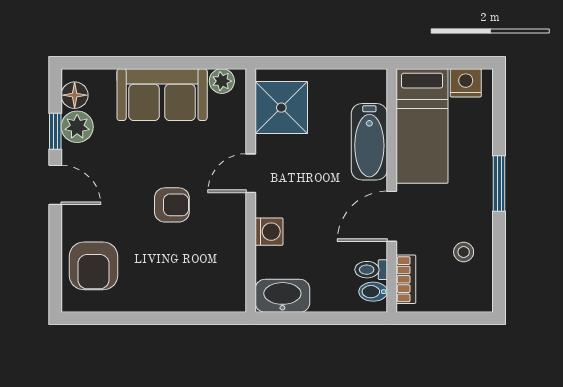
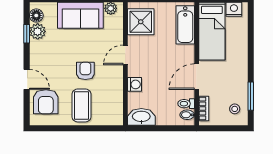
bathtub: (369, 142) -> (185, 25), moved
window: (499, 183) -> (251, 96), moved
door: (55, 185) -> (27, 79), moved
armchair: (172, 205) -> (85, 71), turned -90
stool: (464, 252) -> (235, 109), moved
coffee table: (164, 273) -> (82, 105), added

